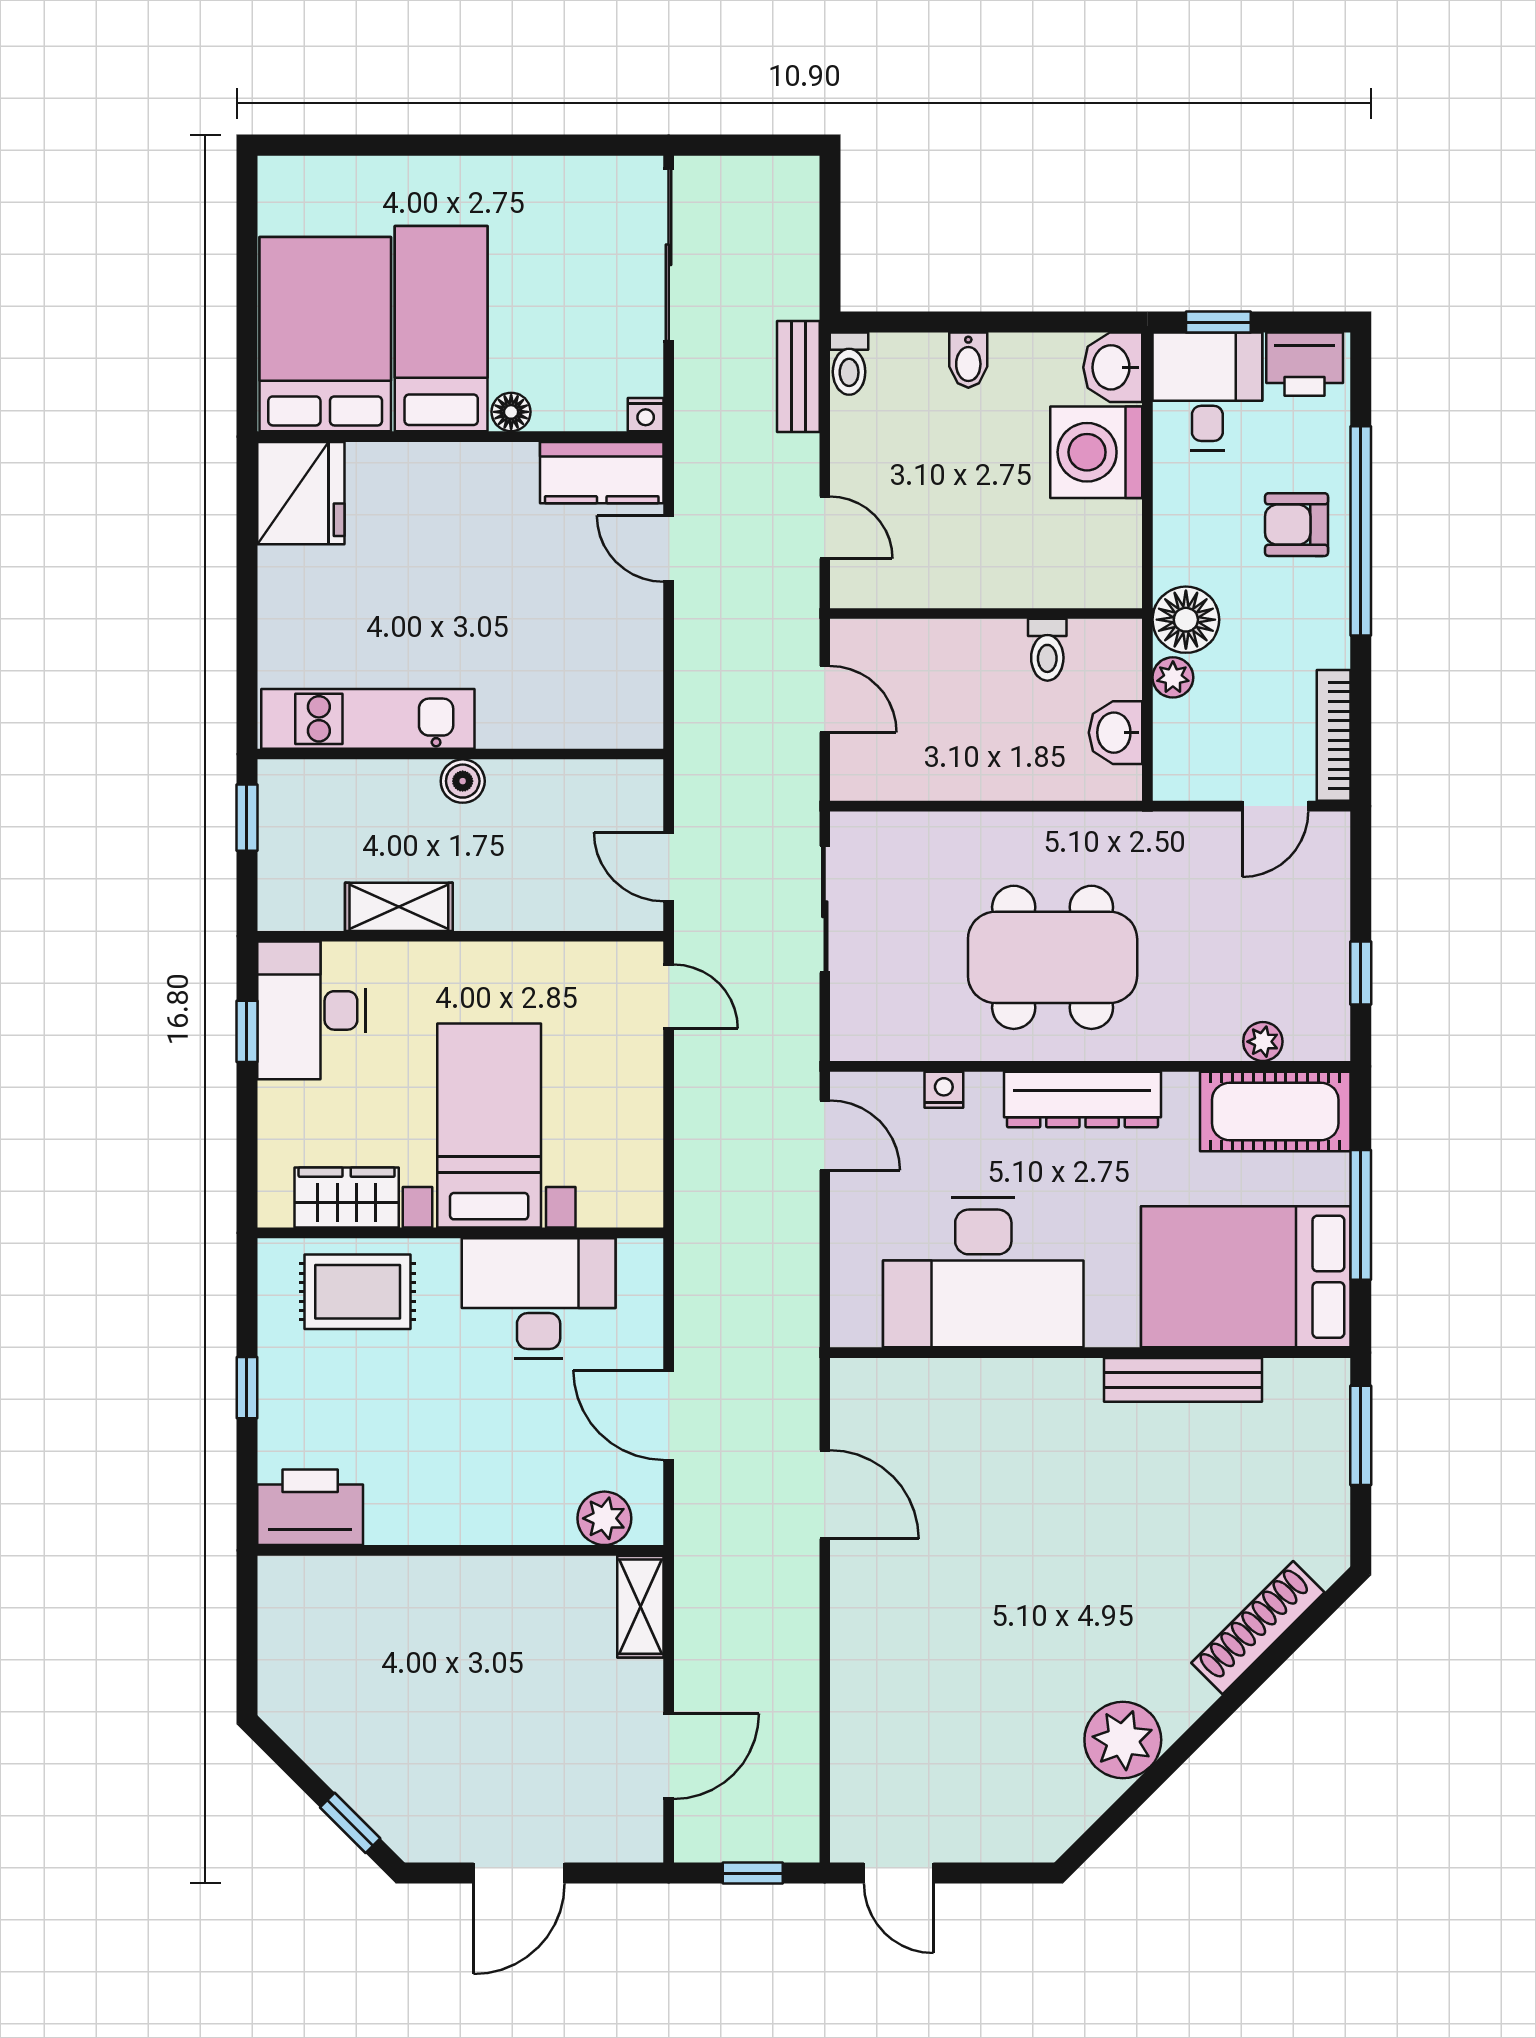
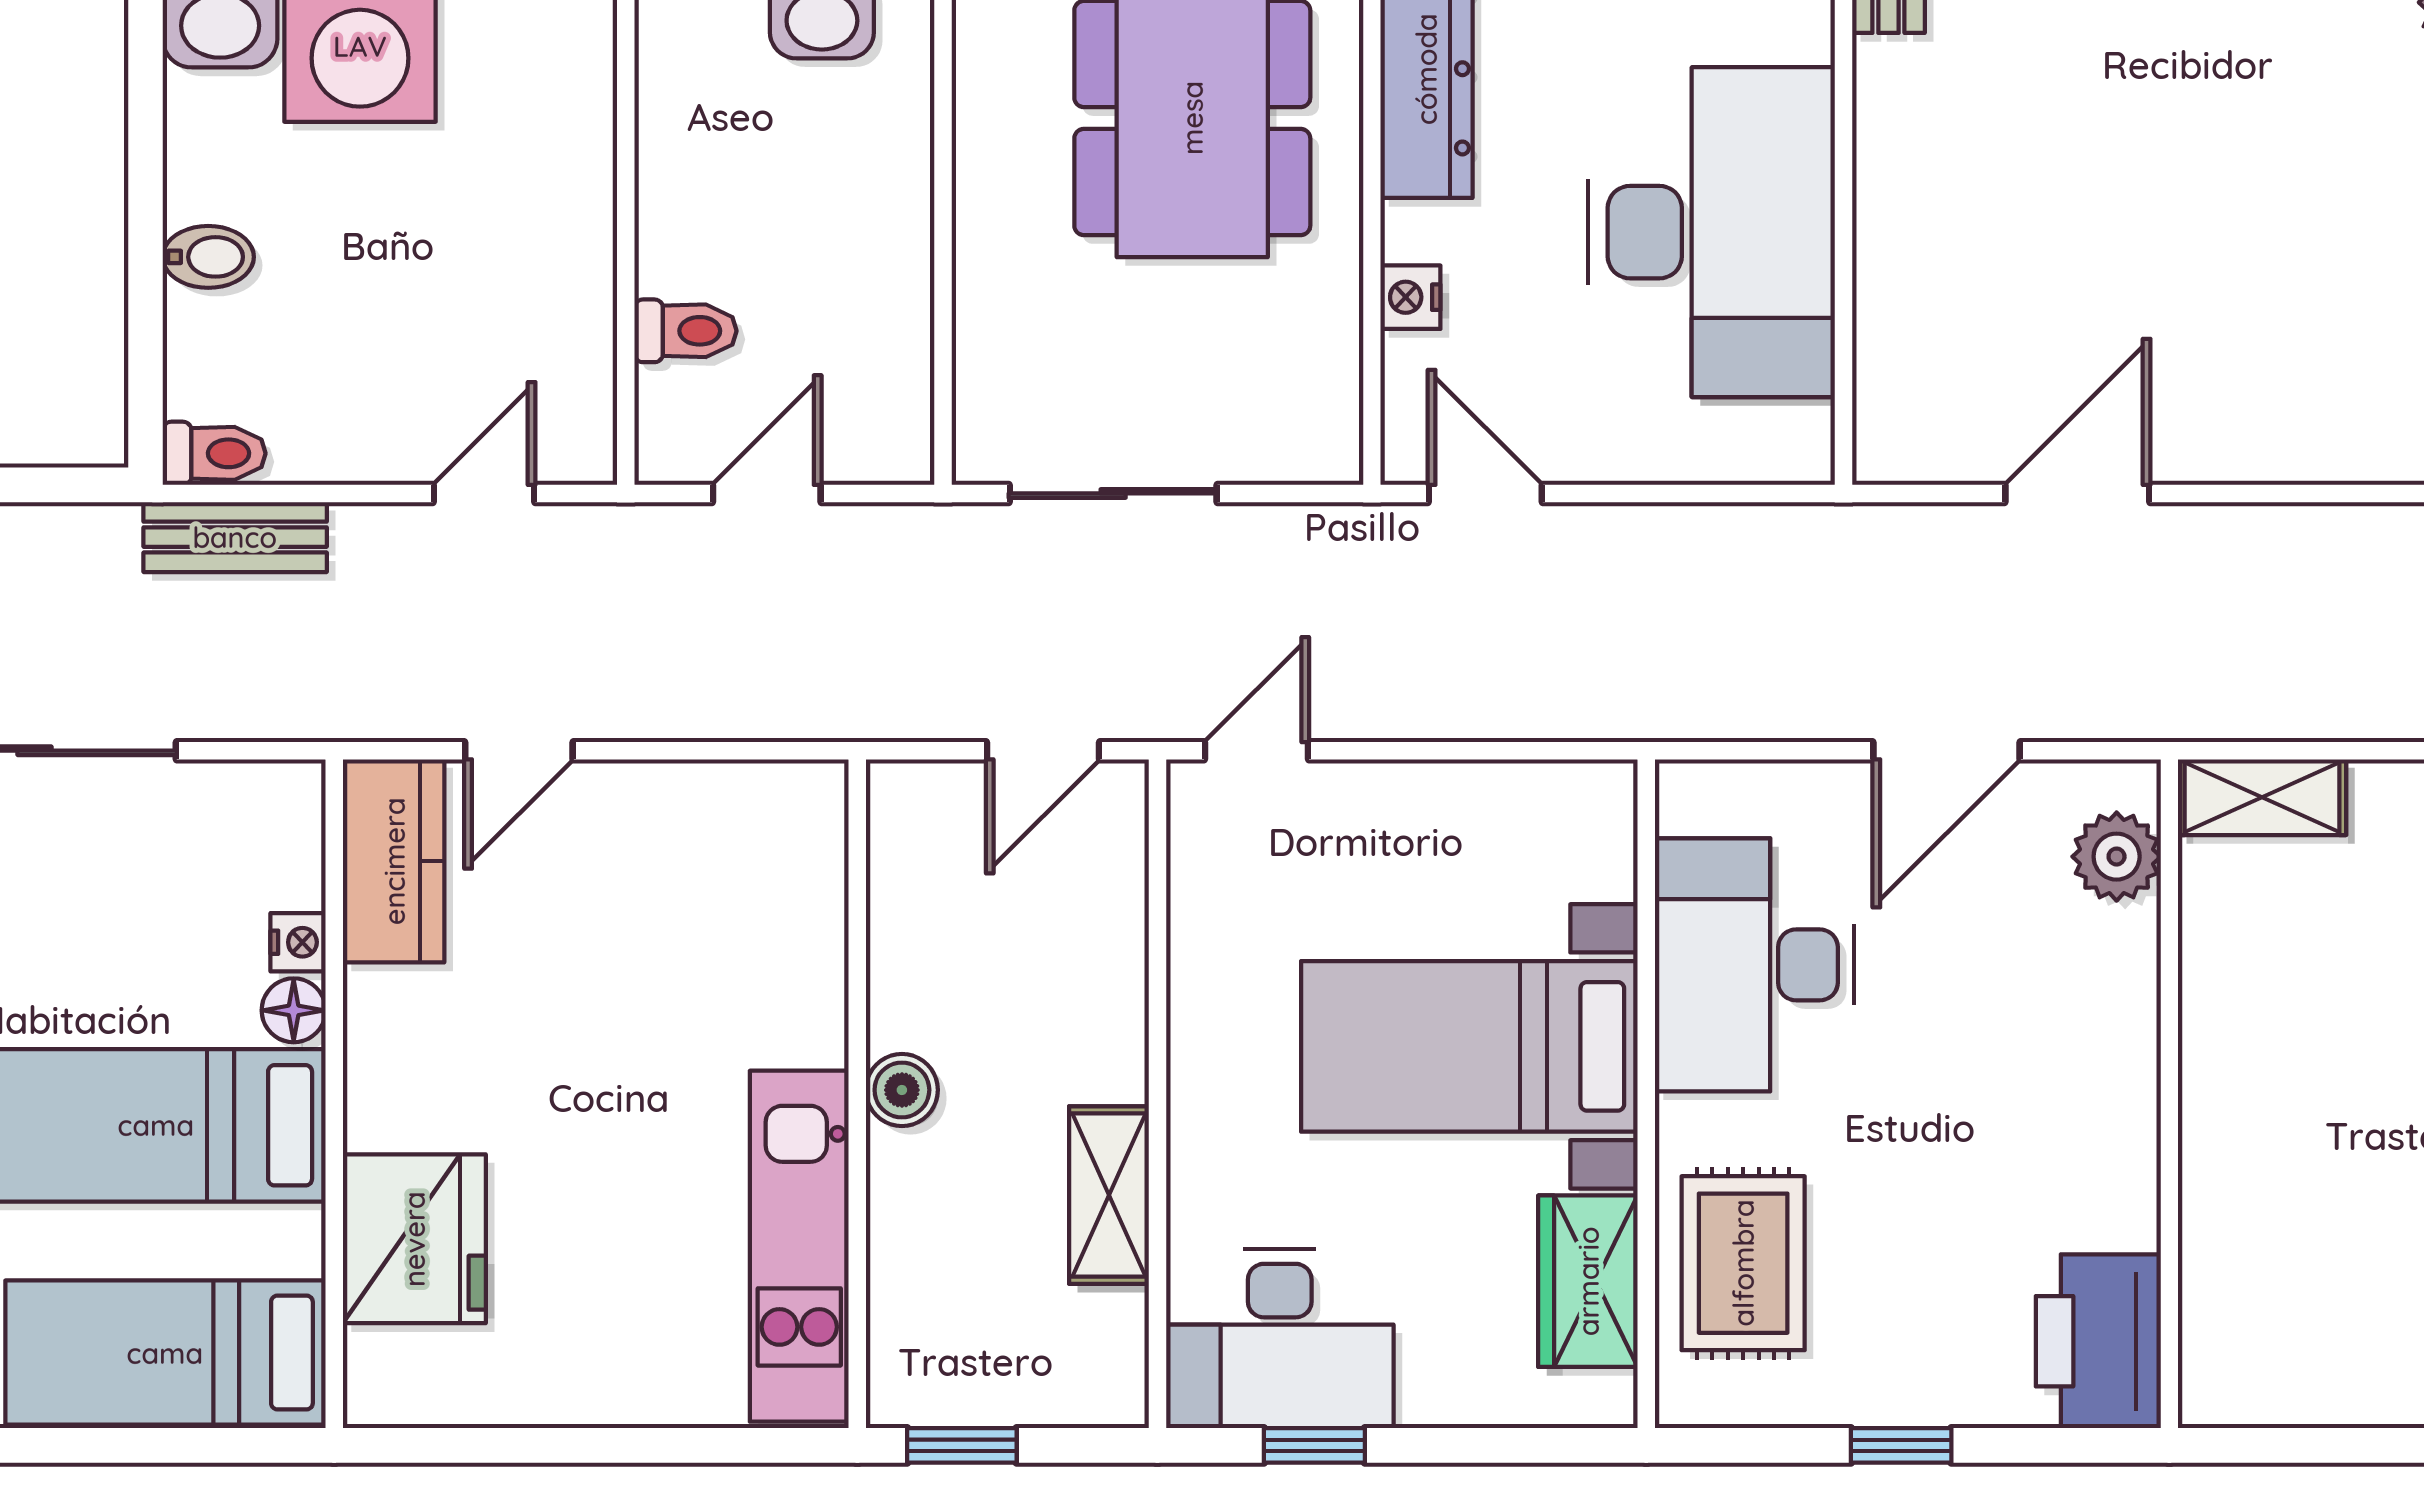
bed: (325, 334) -> (165, 1353), width x0.67
nightstand: (646, 415) -> (298, 942), moved
fridge: (301, 493) -> (414, 1239), moved, turned 90
toilet: (1047, 650) -> (685, 331), moved
door: (825, 1135) -> (1485, 493), hinge flipped

